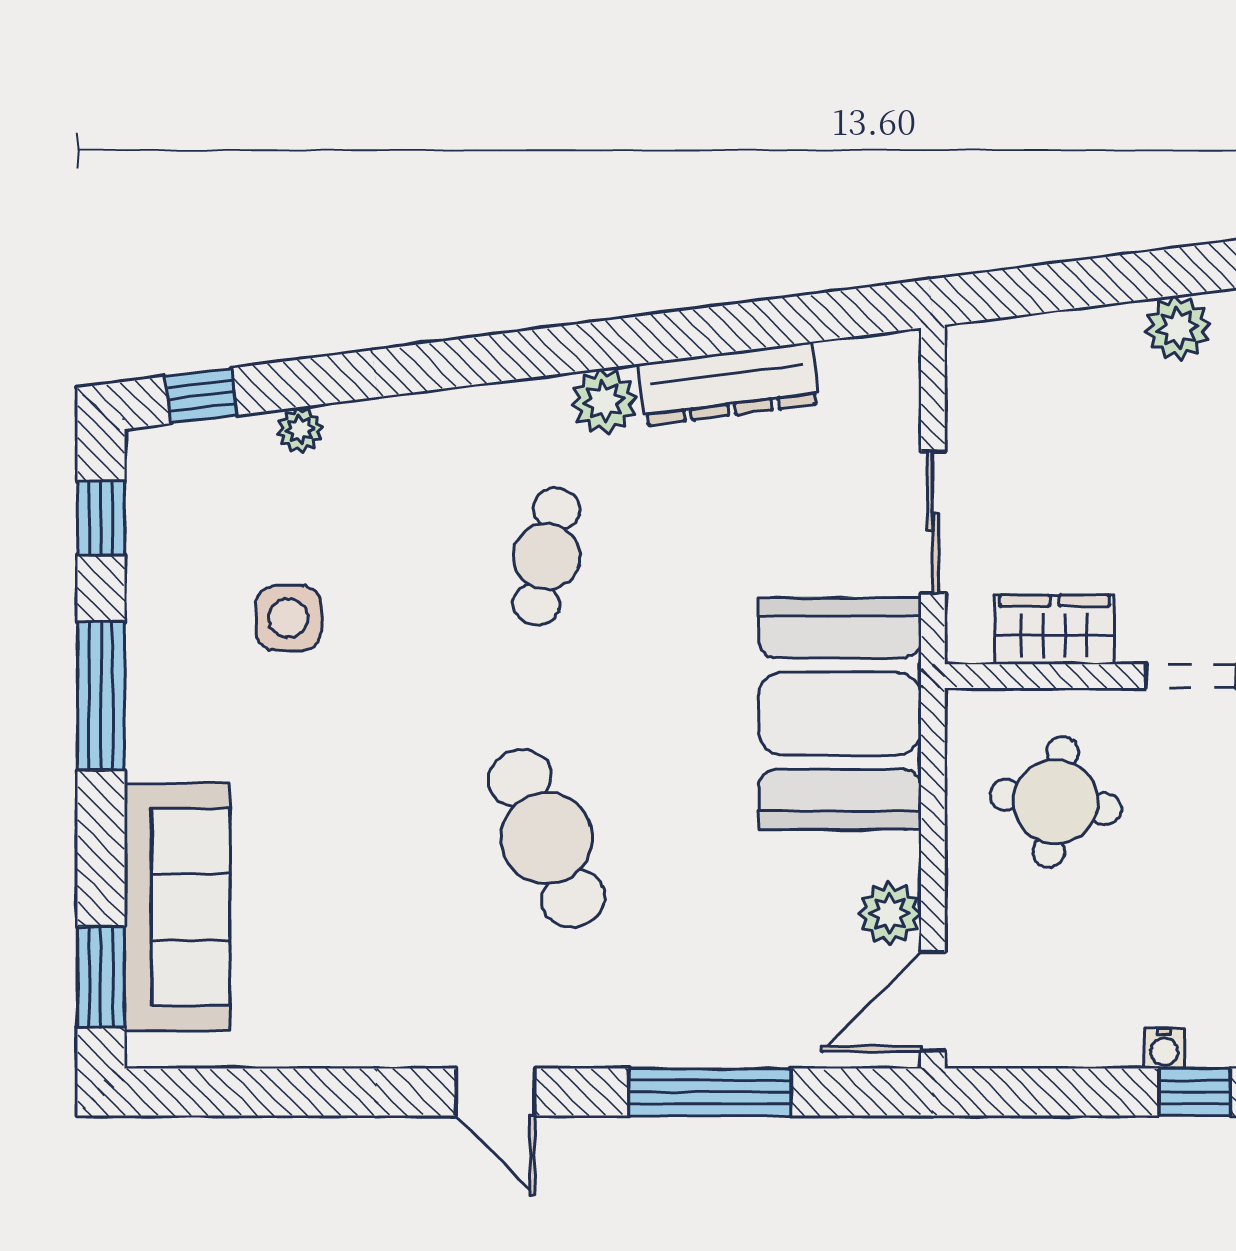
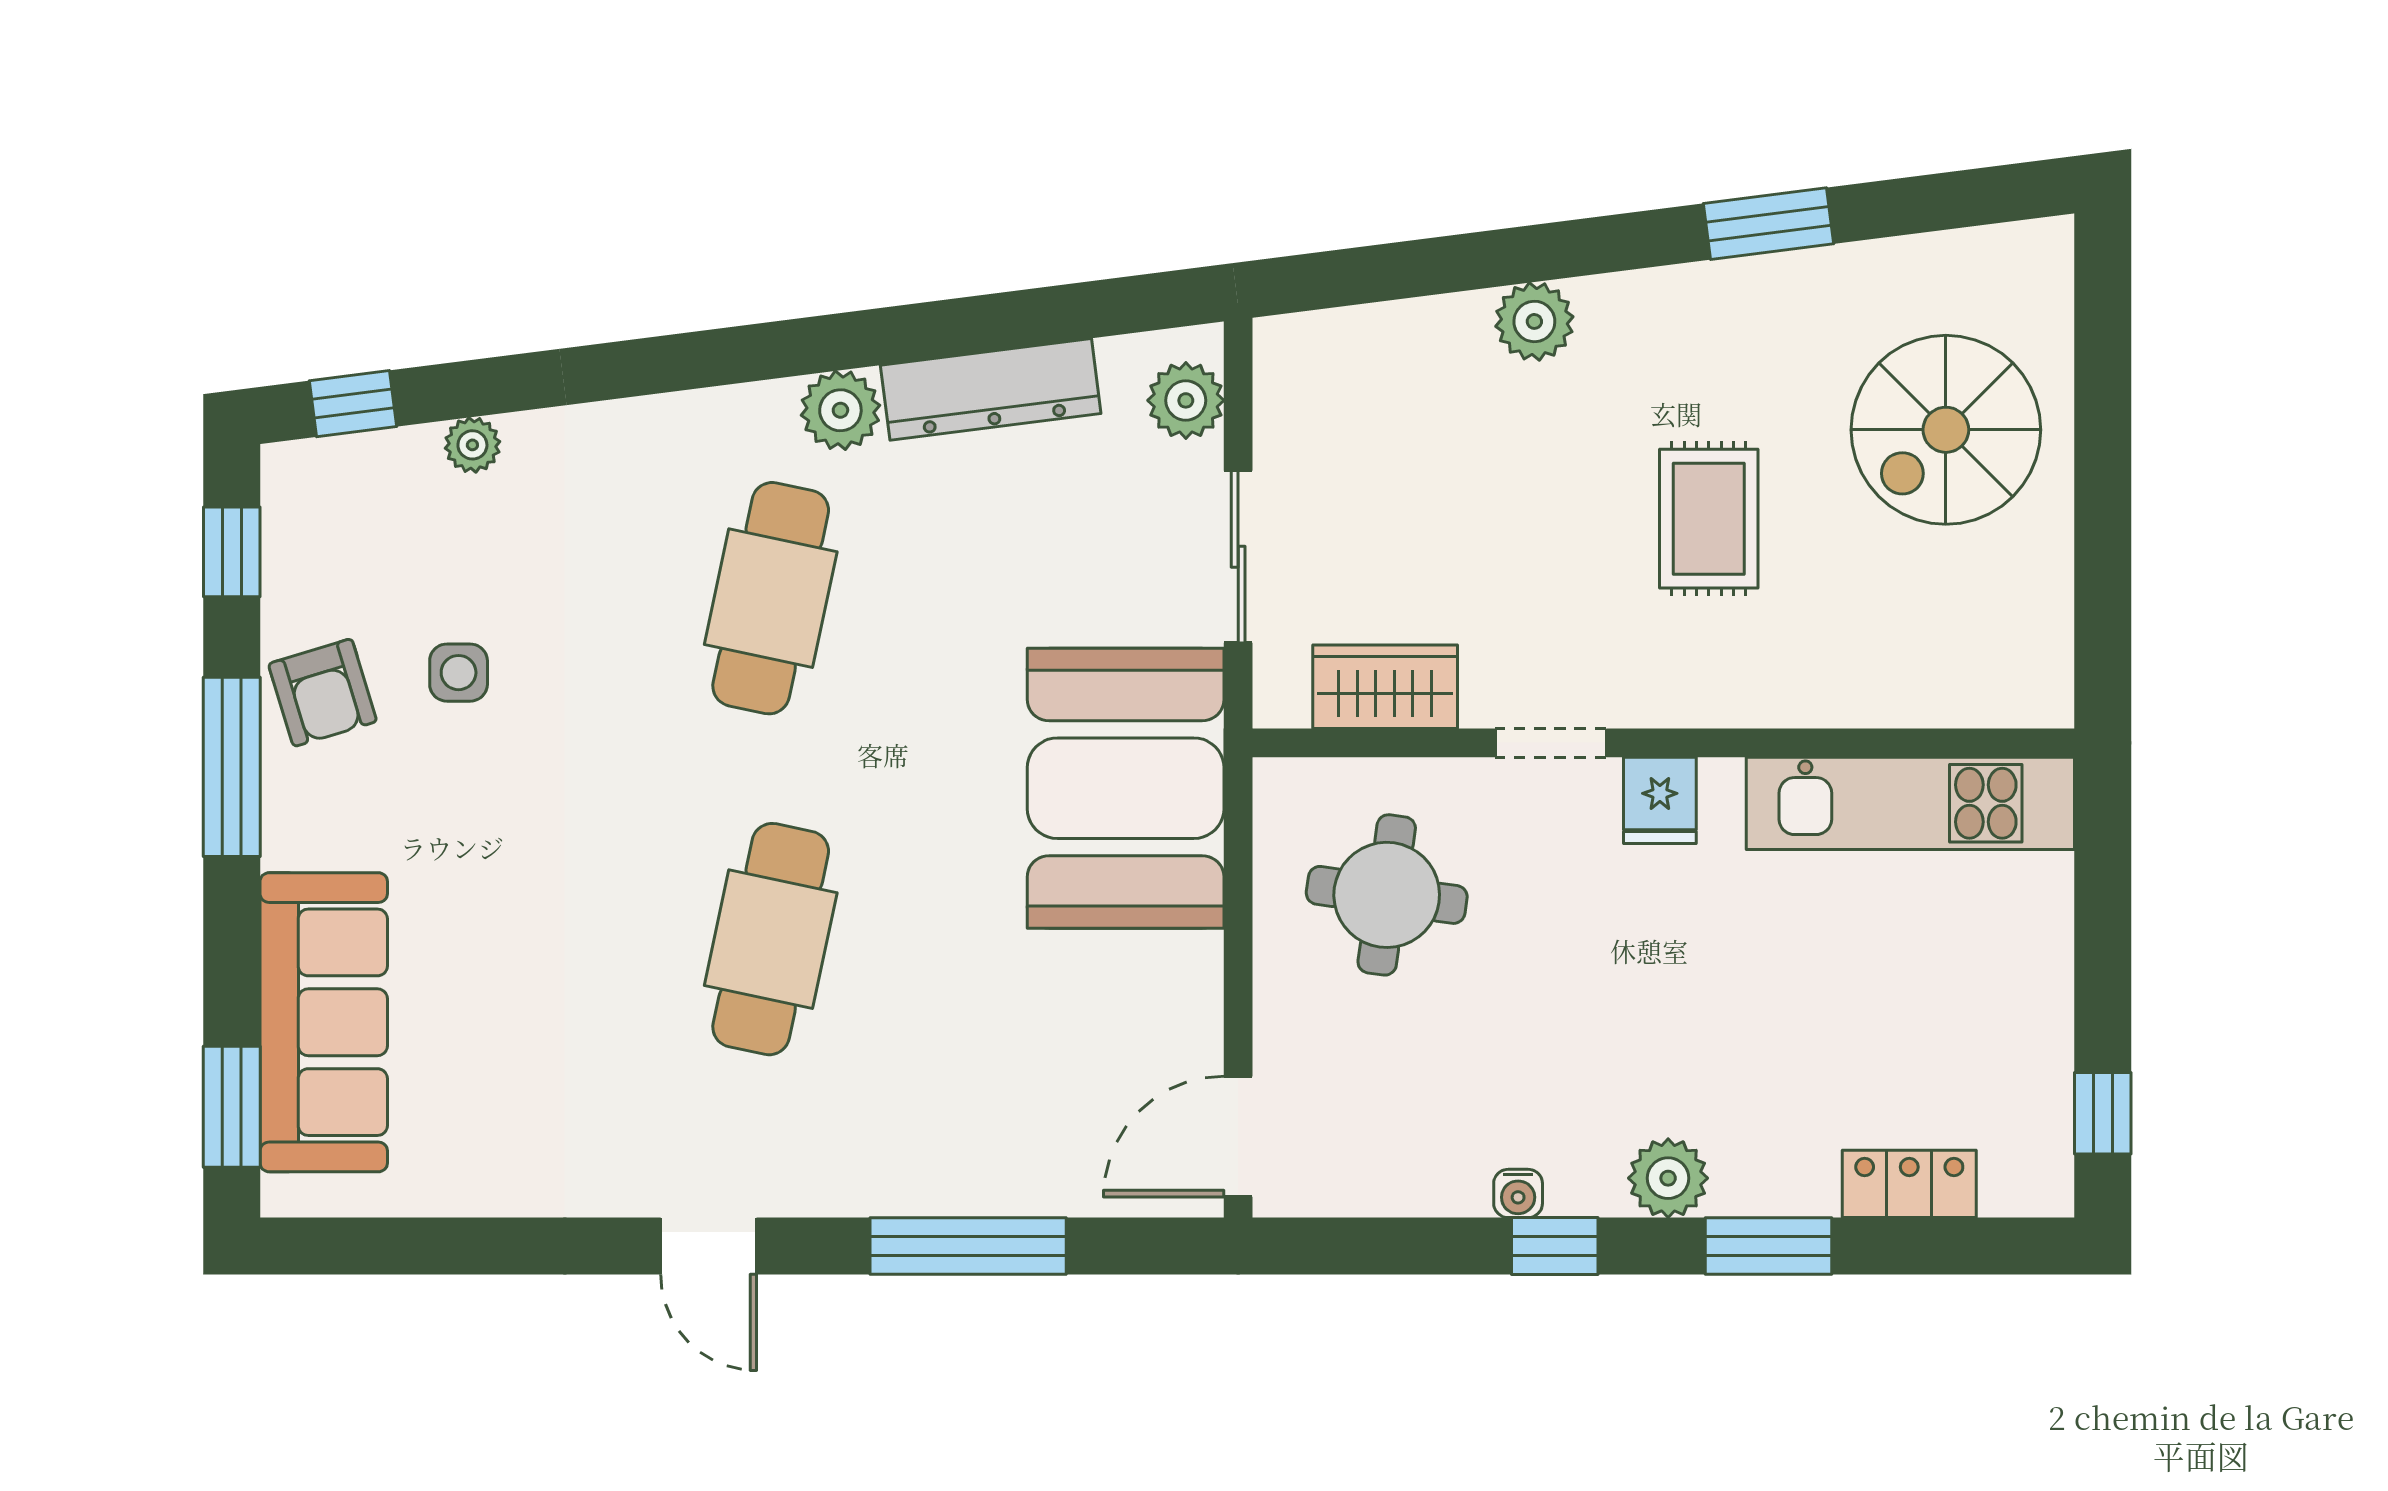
cafe table: (547, 556) -> (771, 598), width x1.37, depth x1.35
side table: (288, 618) -> (459, 673), width x0.73, depth x0.73
armchair: (176, 635) -> (323, 693), added
cafe table: (547, 838) -> (771, 939), turned 36
plant: (890, 914) -> (1186, 400), moved

